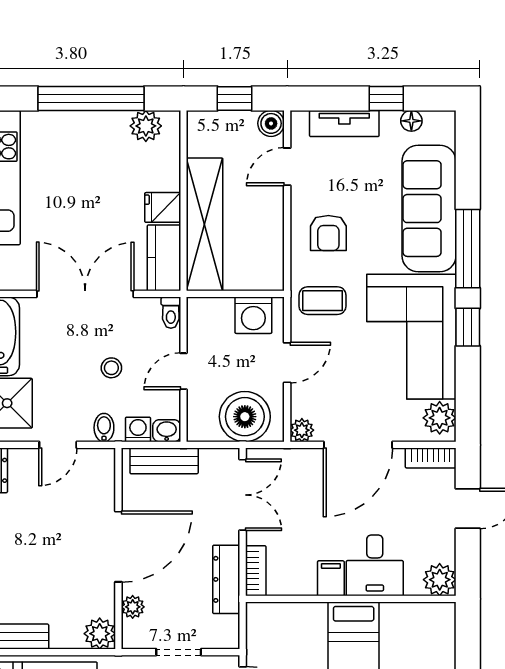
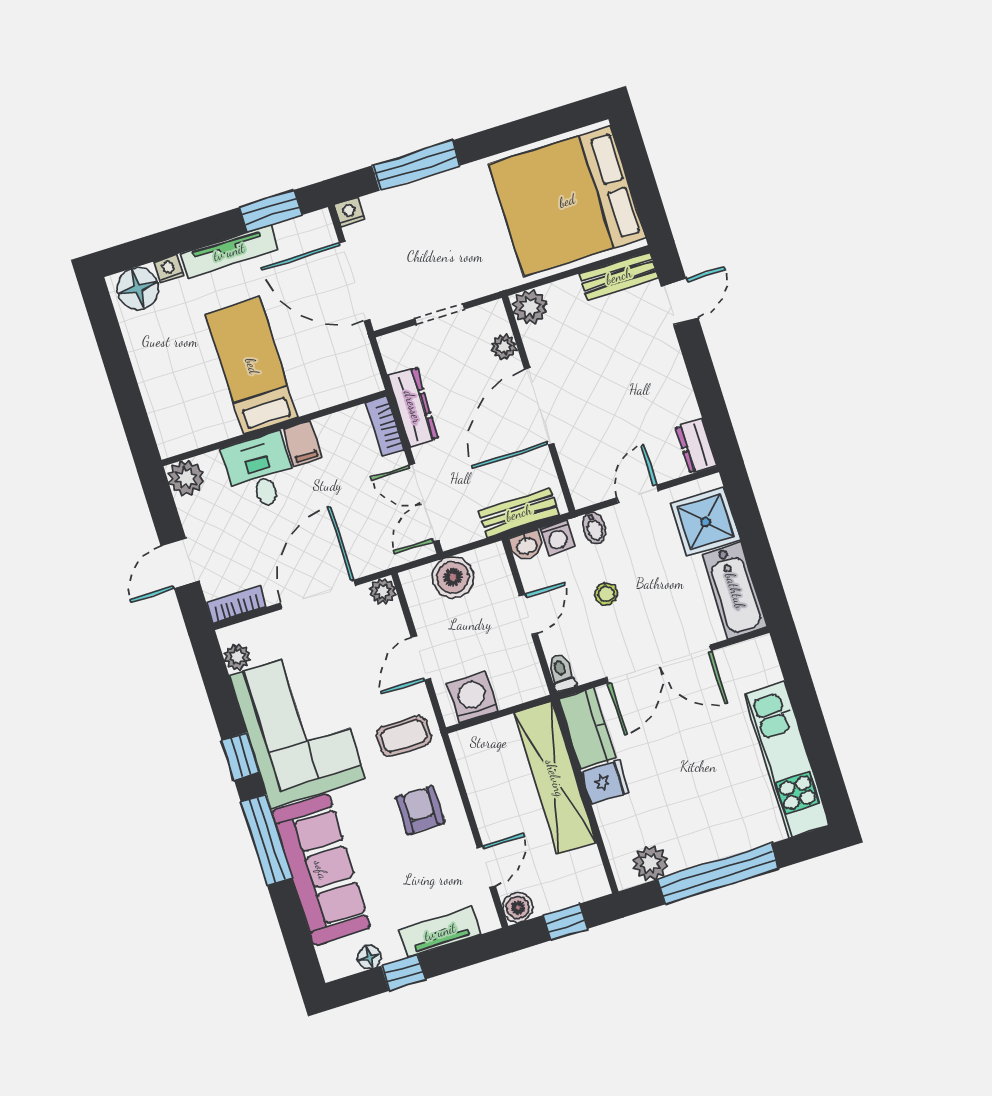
boiler: (245, 417) -> (453, 577), width x0.73, depth x0.73
plant: (440, 418) -> (237, 657), width x0.73, depth x0.73

